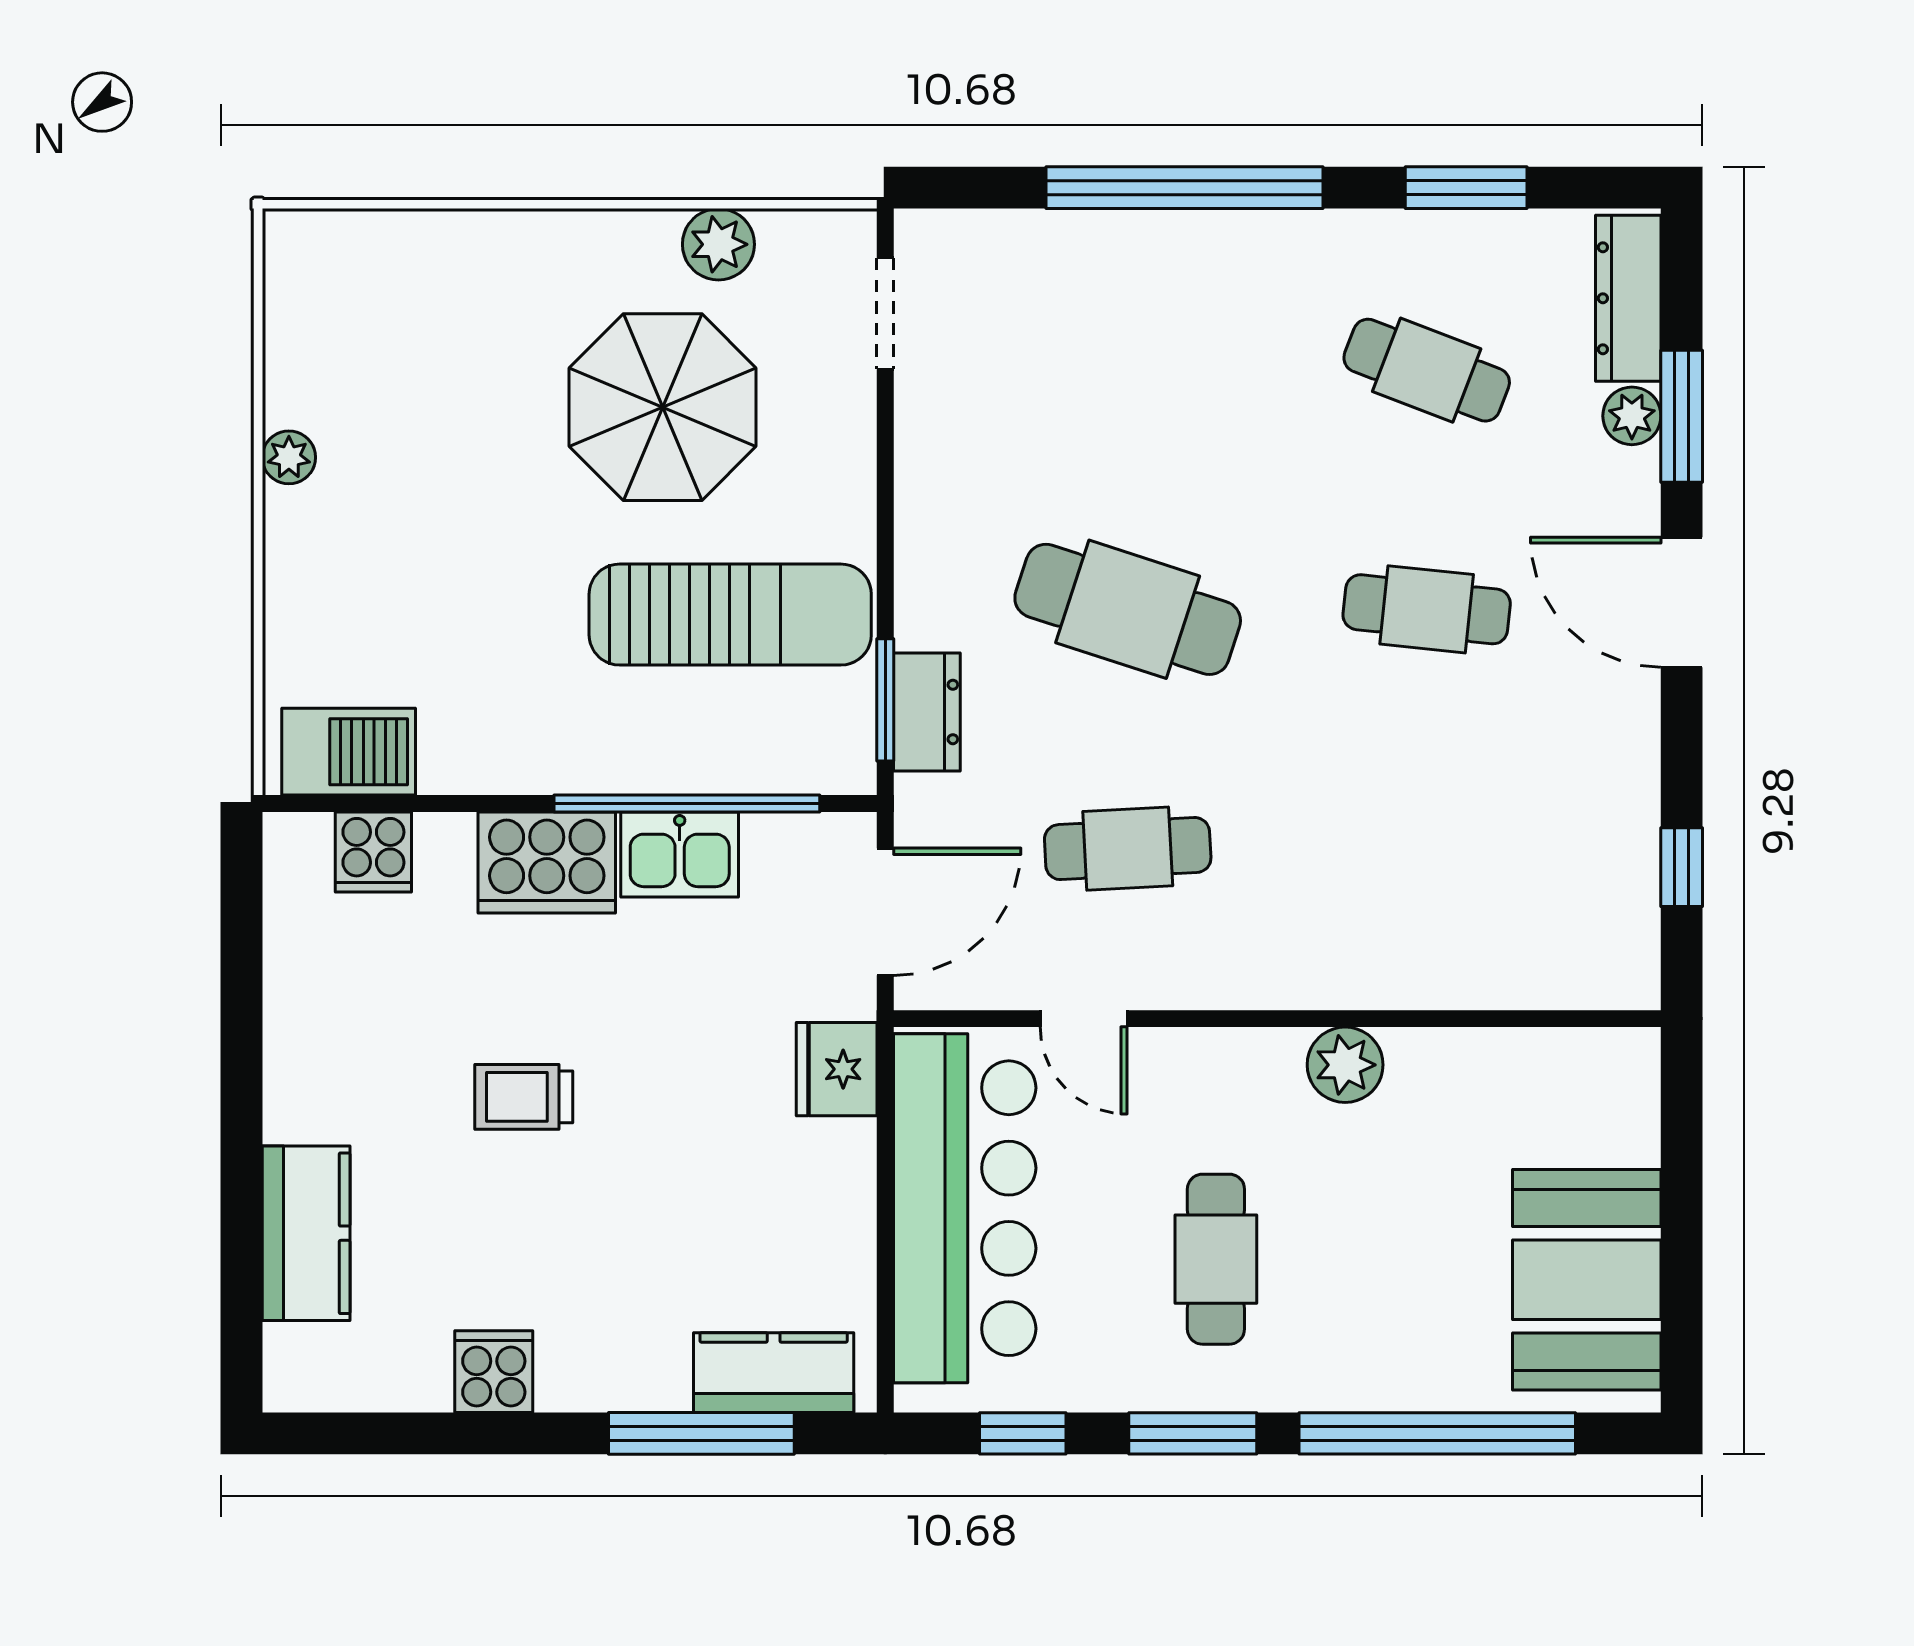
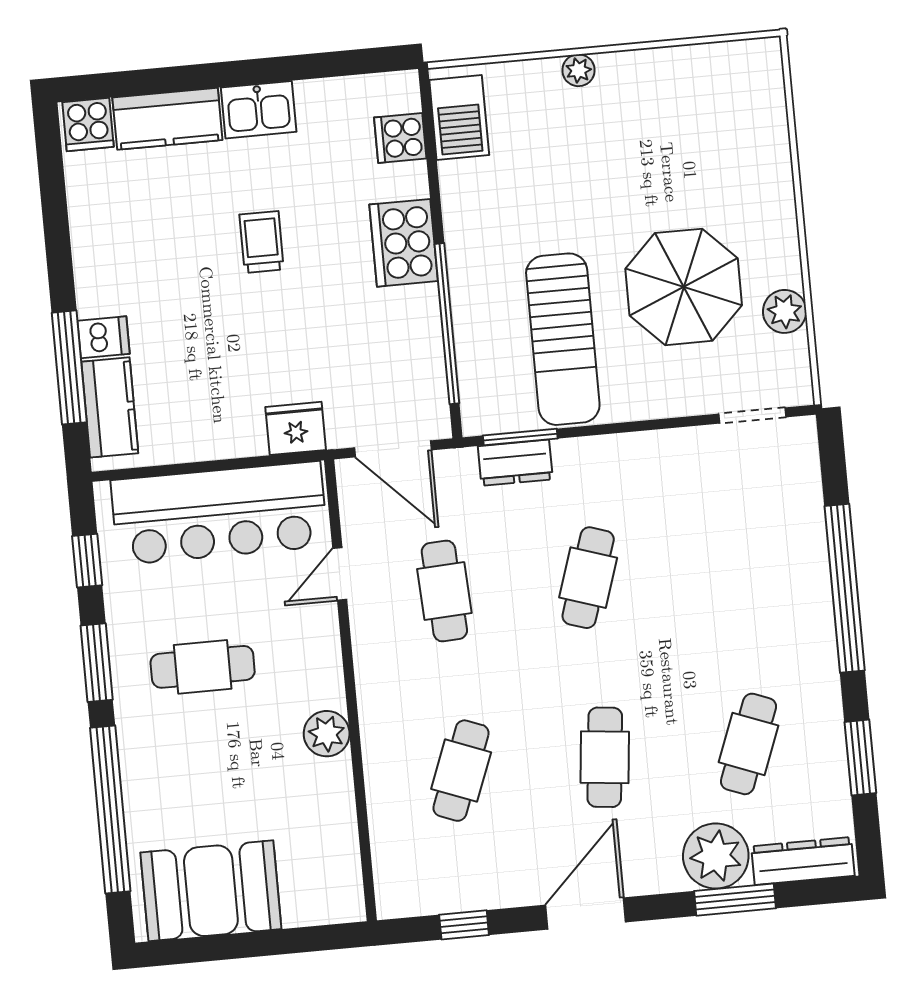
plant: (1632, 416) -> (716, 856), width x1.88, depth x1.88
plant: (289, 457) -> (578, 70), moved
door: (1682, 602) -> (586, 914), moved
cafe table: (1128, 609) -> (588, 578), width x0.73, depth x0.74
cafe table: (1427, 849) -> (461, 771), added
kitchen sink: (680, 855) -> (259, 110), moved, turned -90
cooker: (494, 1372) -> (88, 125), moved, turned 90
dishwasher: (657, 1372) -> (104, 337), added

